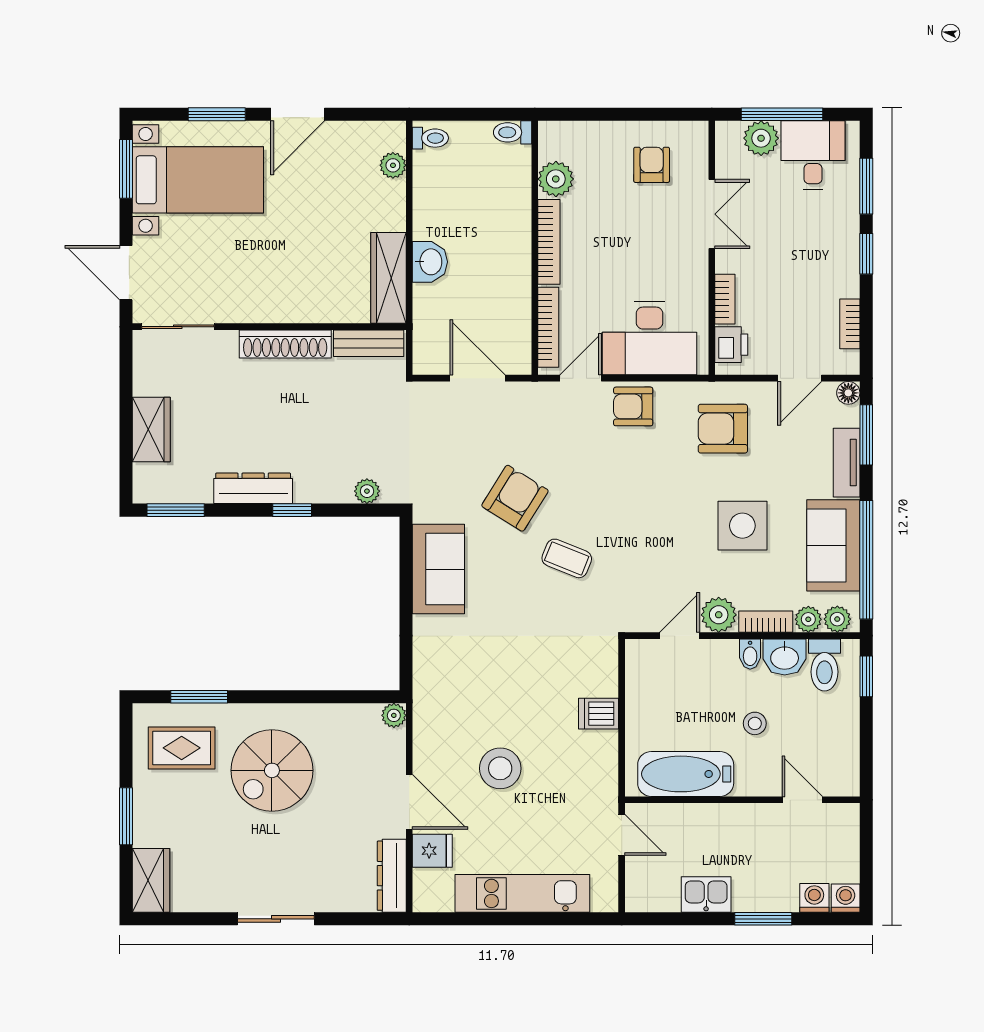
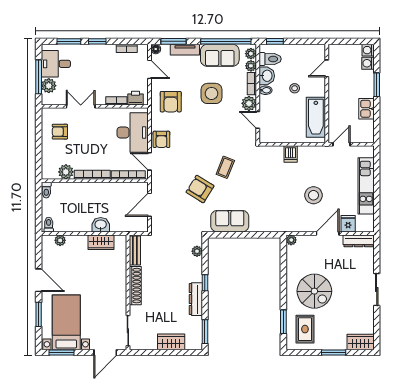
wardrobe: (388, 278) -> (101, 242), width x0.67

